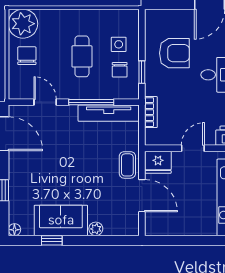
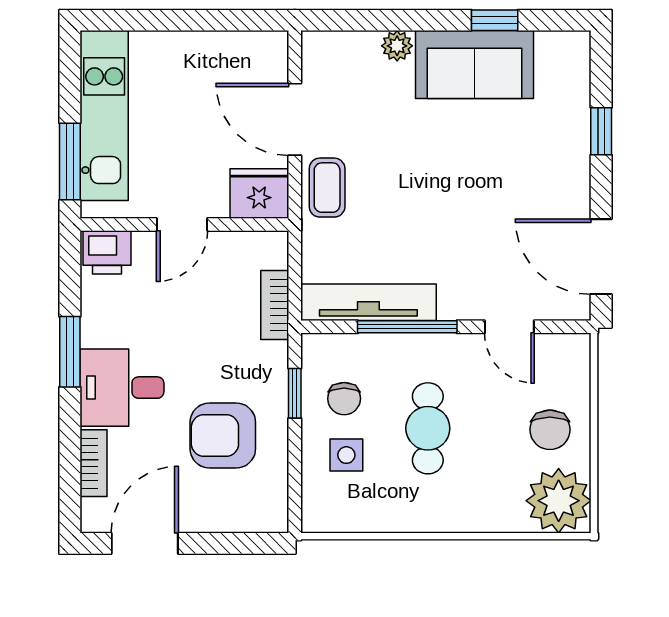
chair: (120, 70) -> (344, 399), turned 180
floor lamp: (14, 230) -> (577, 44), removed

